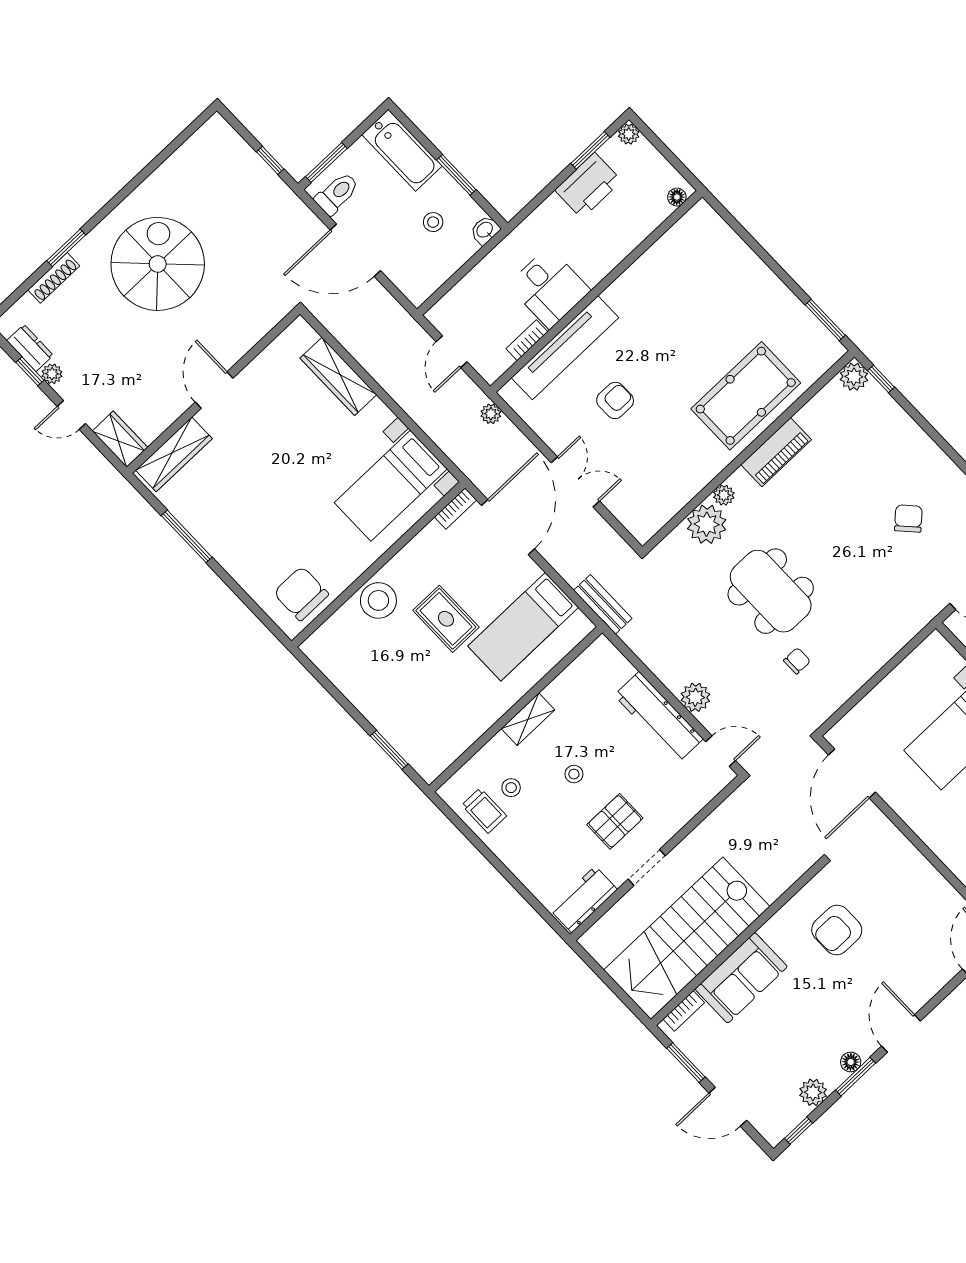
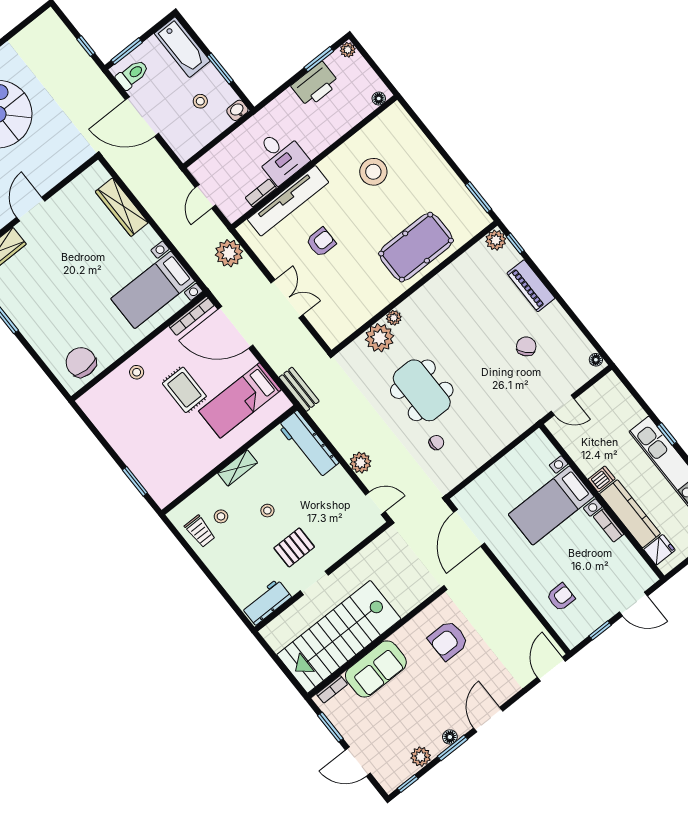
stool: (678, 298) -> (373, 172), added
plant: (491, 414) -> (229, 253), width x1.88, depth x1.88
piano: (776, 452) -> (531, 286), moved, turned 90
bookcase: (455, 508) -> (192, 316), width x1.56
door: (508, 527) -> (235, 327), swing flipped
stool: (378, 600) -> (137, 372), width x0.53, depth x0.53
workbench: (659, 717) -> (308, 444), moved

